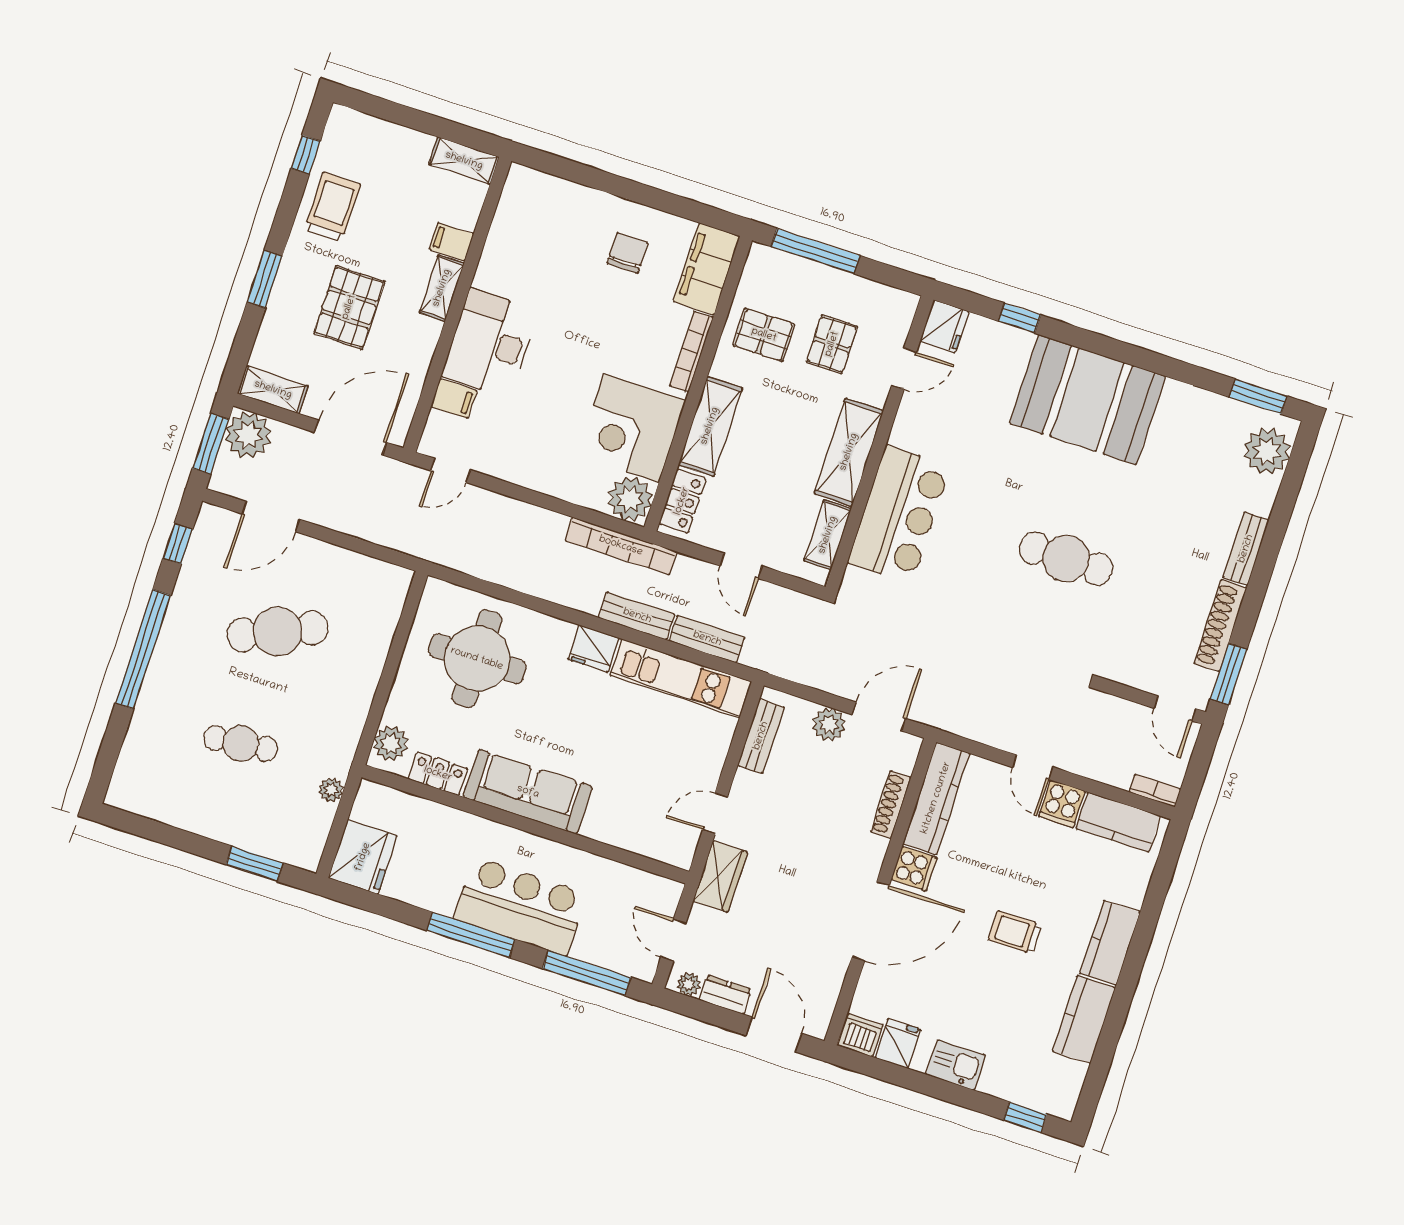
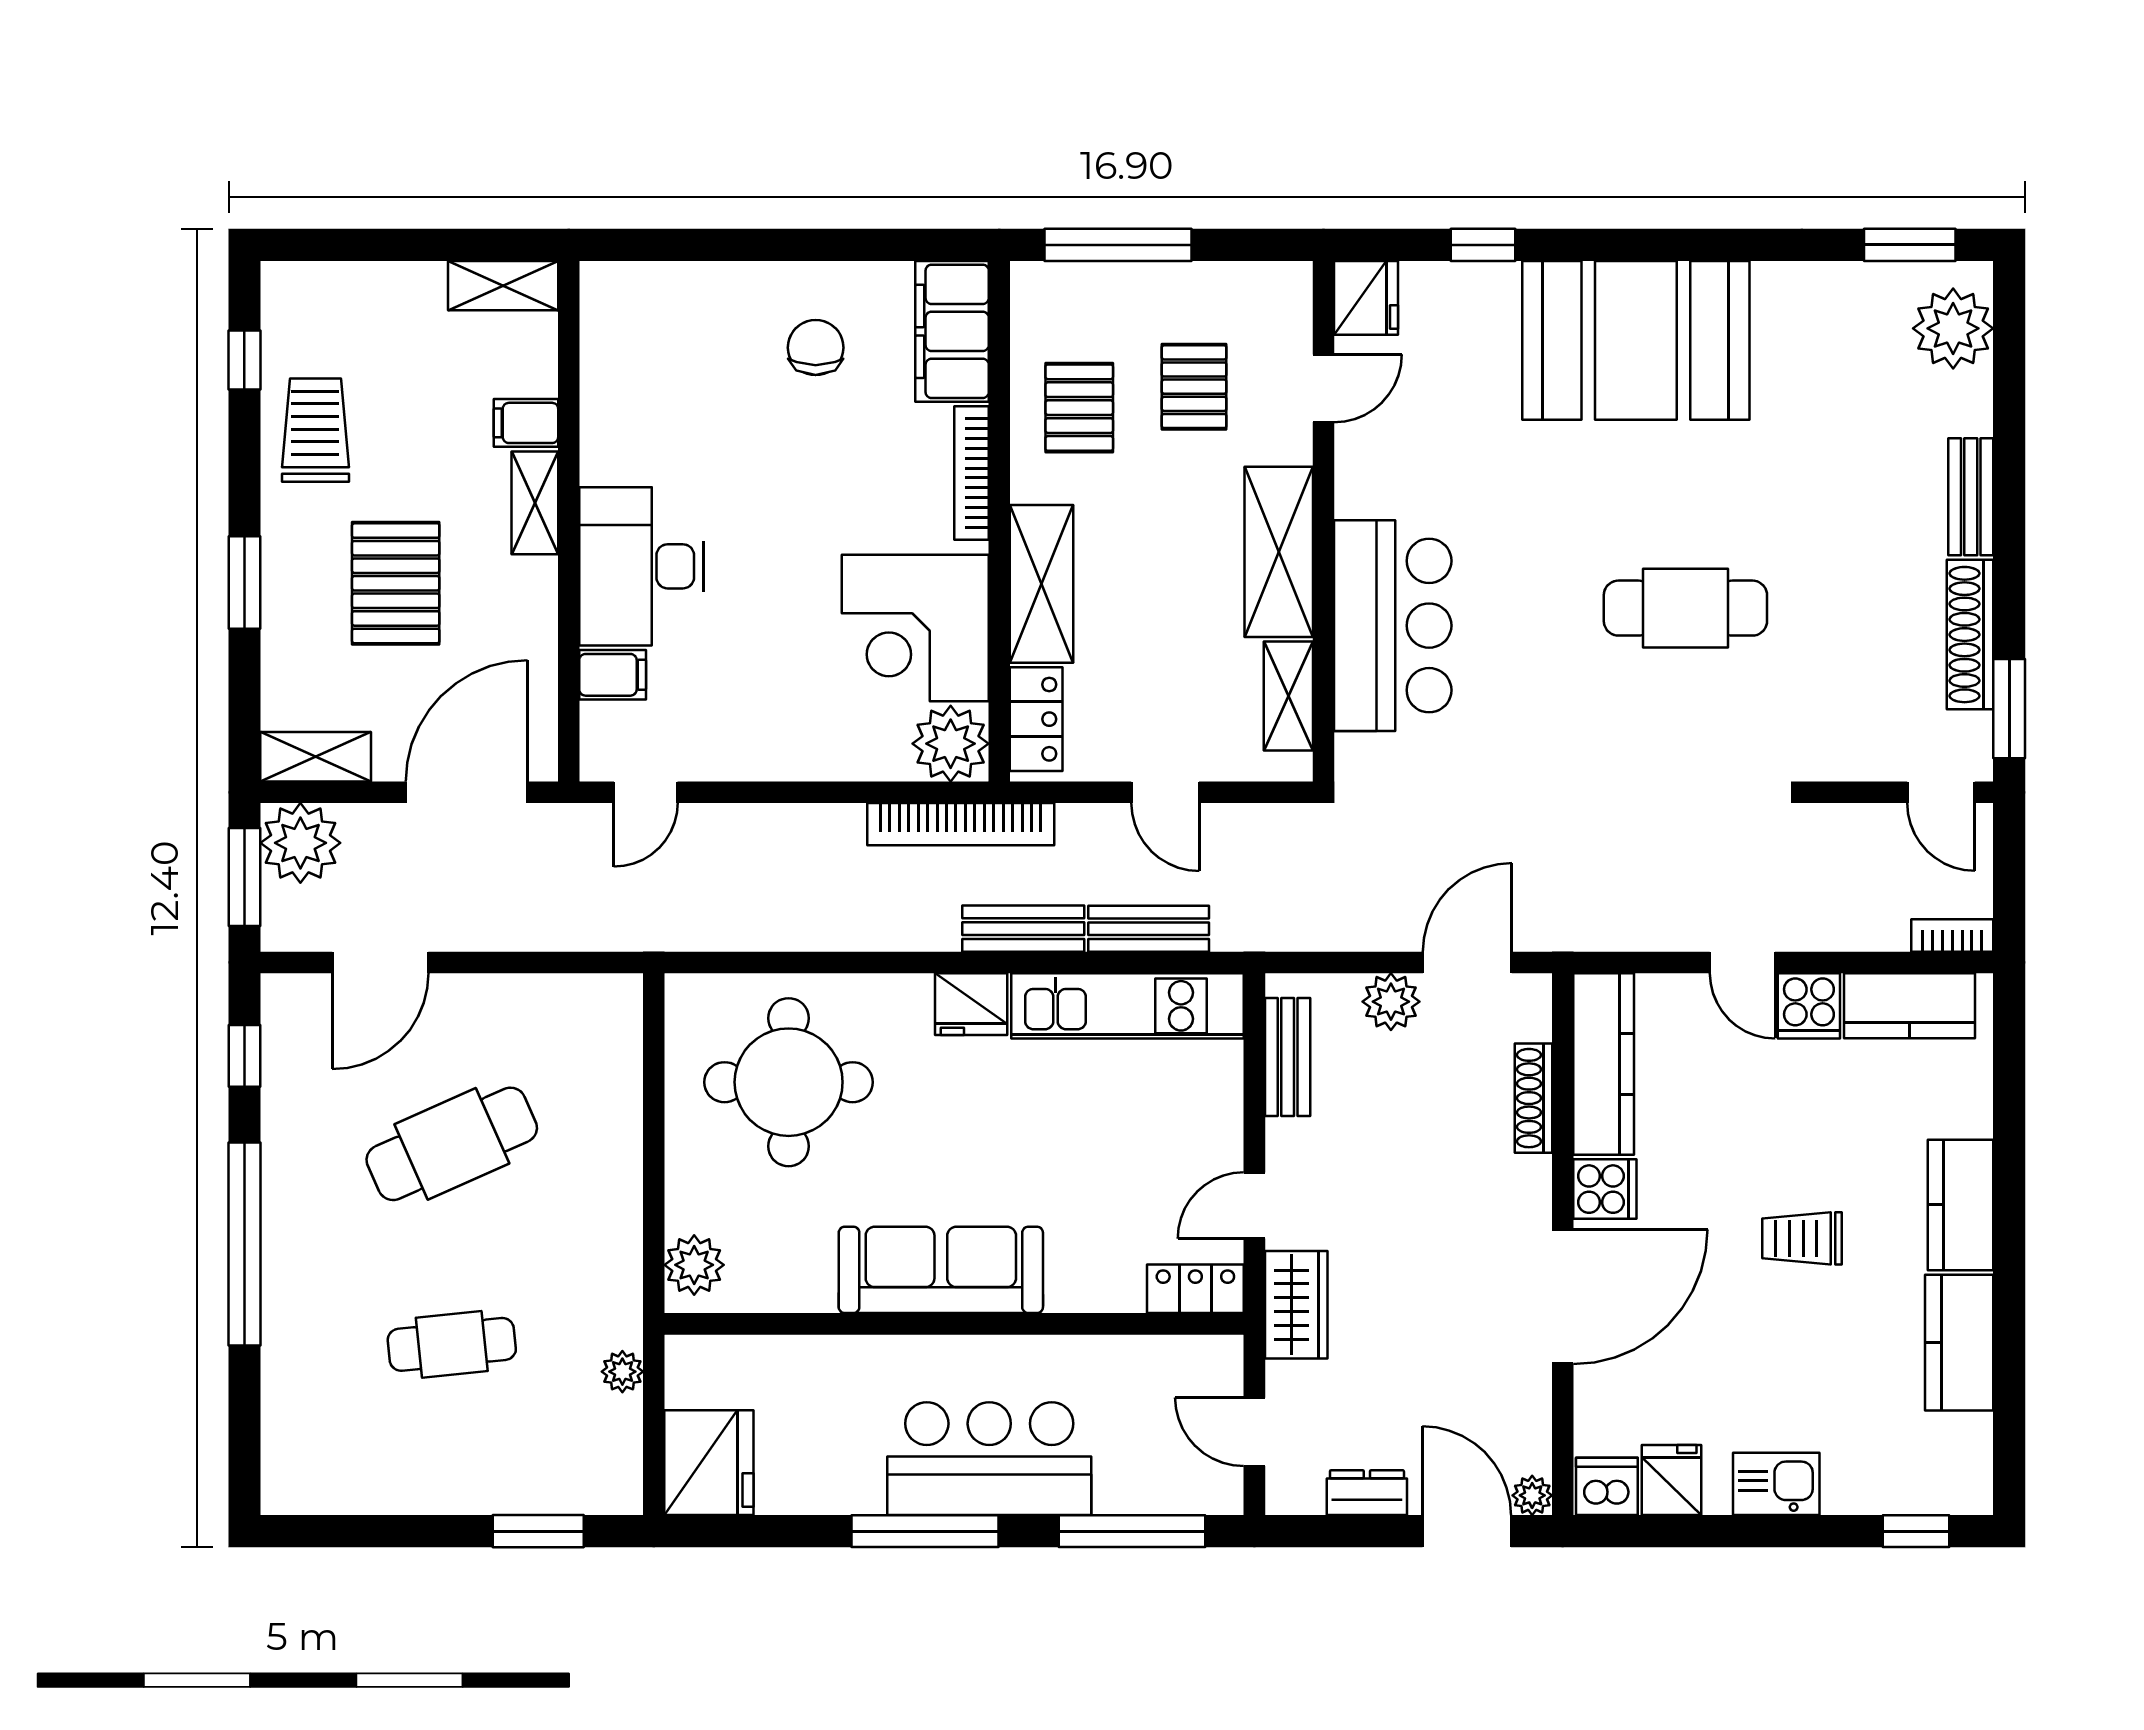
pallet: (764, 335) -> (1079, 408), turned 90
locker: (438, 774) -> (1195, 1289), moved
plant: (689, 984) -> (1532, 1495), moved

